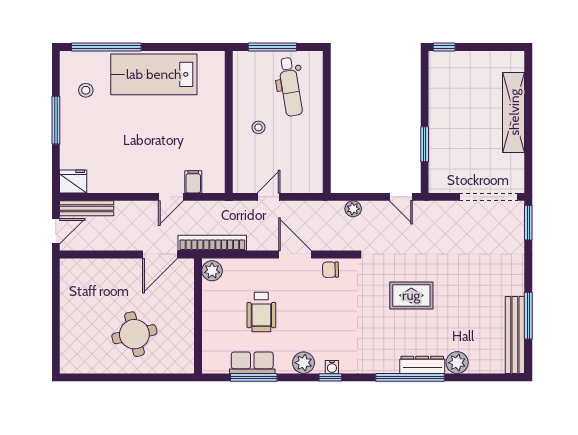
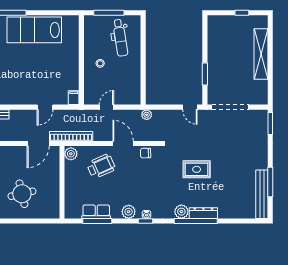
window: (444, 47) -> (242, 13), moved
filing cabinet: (193, 182) -> (74, 98), moved
doorway: (489, 197) -> (230, 107), moved
plant: (353, 209) -> (147, 115), moved
wheelchair: (261, 312) -> (101, 166), moved, turned -114
plant: (457, 363) -> (181, 212), moved

